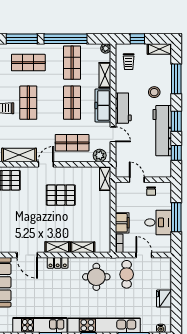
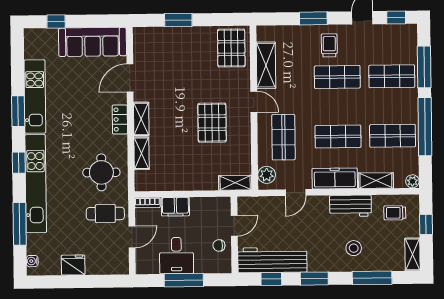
shop shelf: (28, 63) -> (392, 76), turned 90
workbench: (123, 108) -> (351, 206), moved
workbench: (162, 131) -> (272, 260), moved

